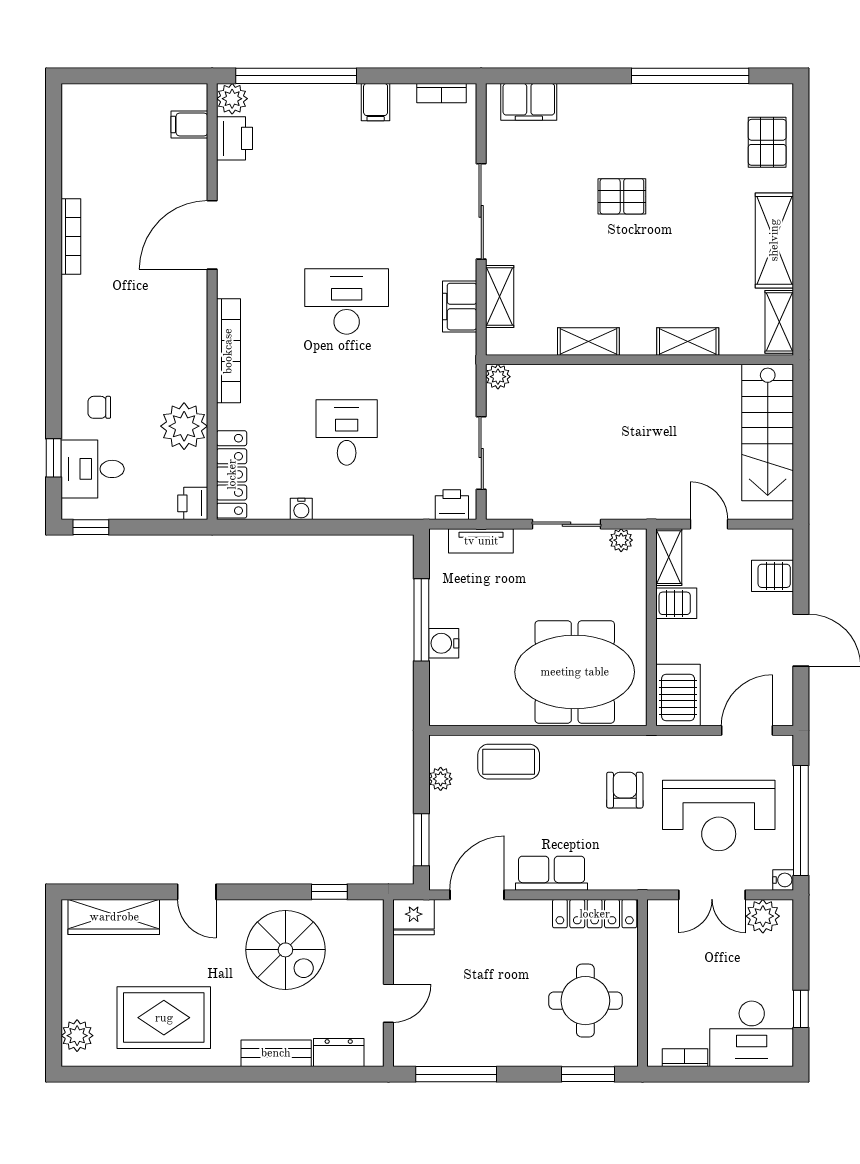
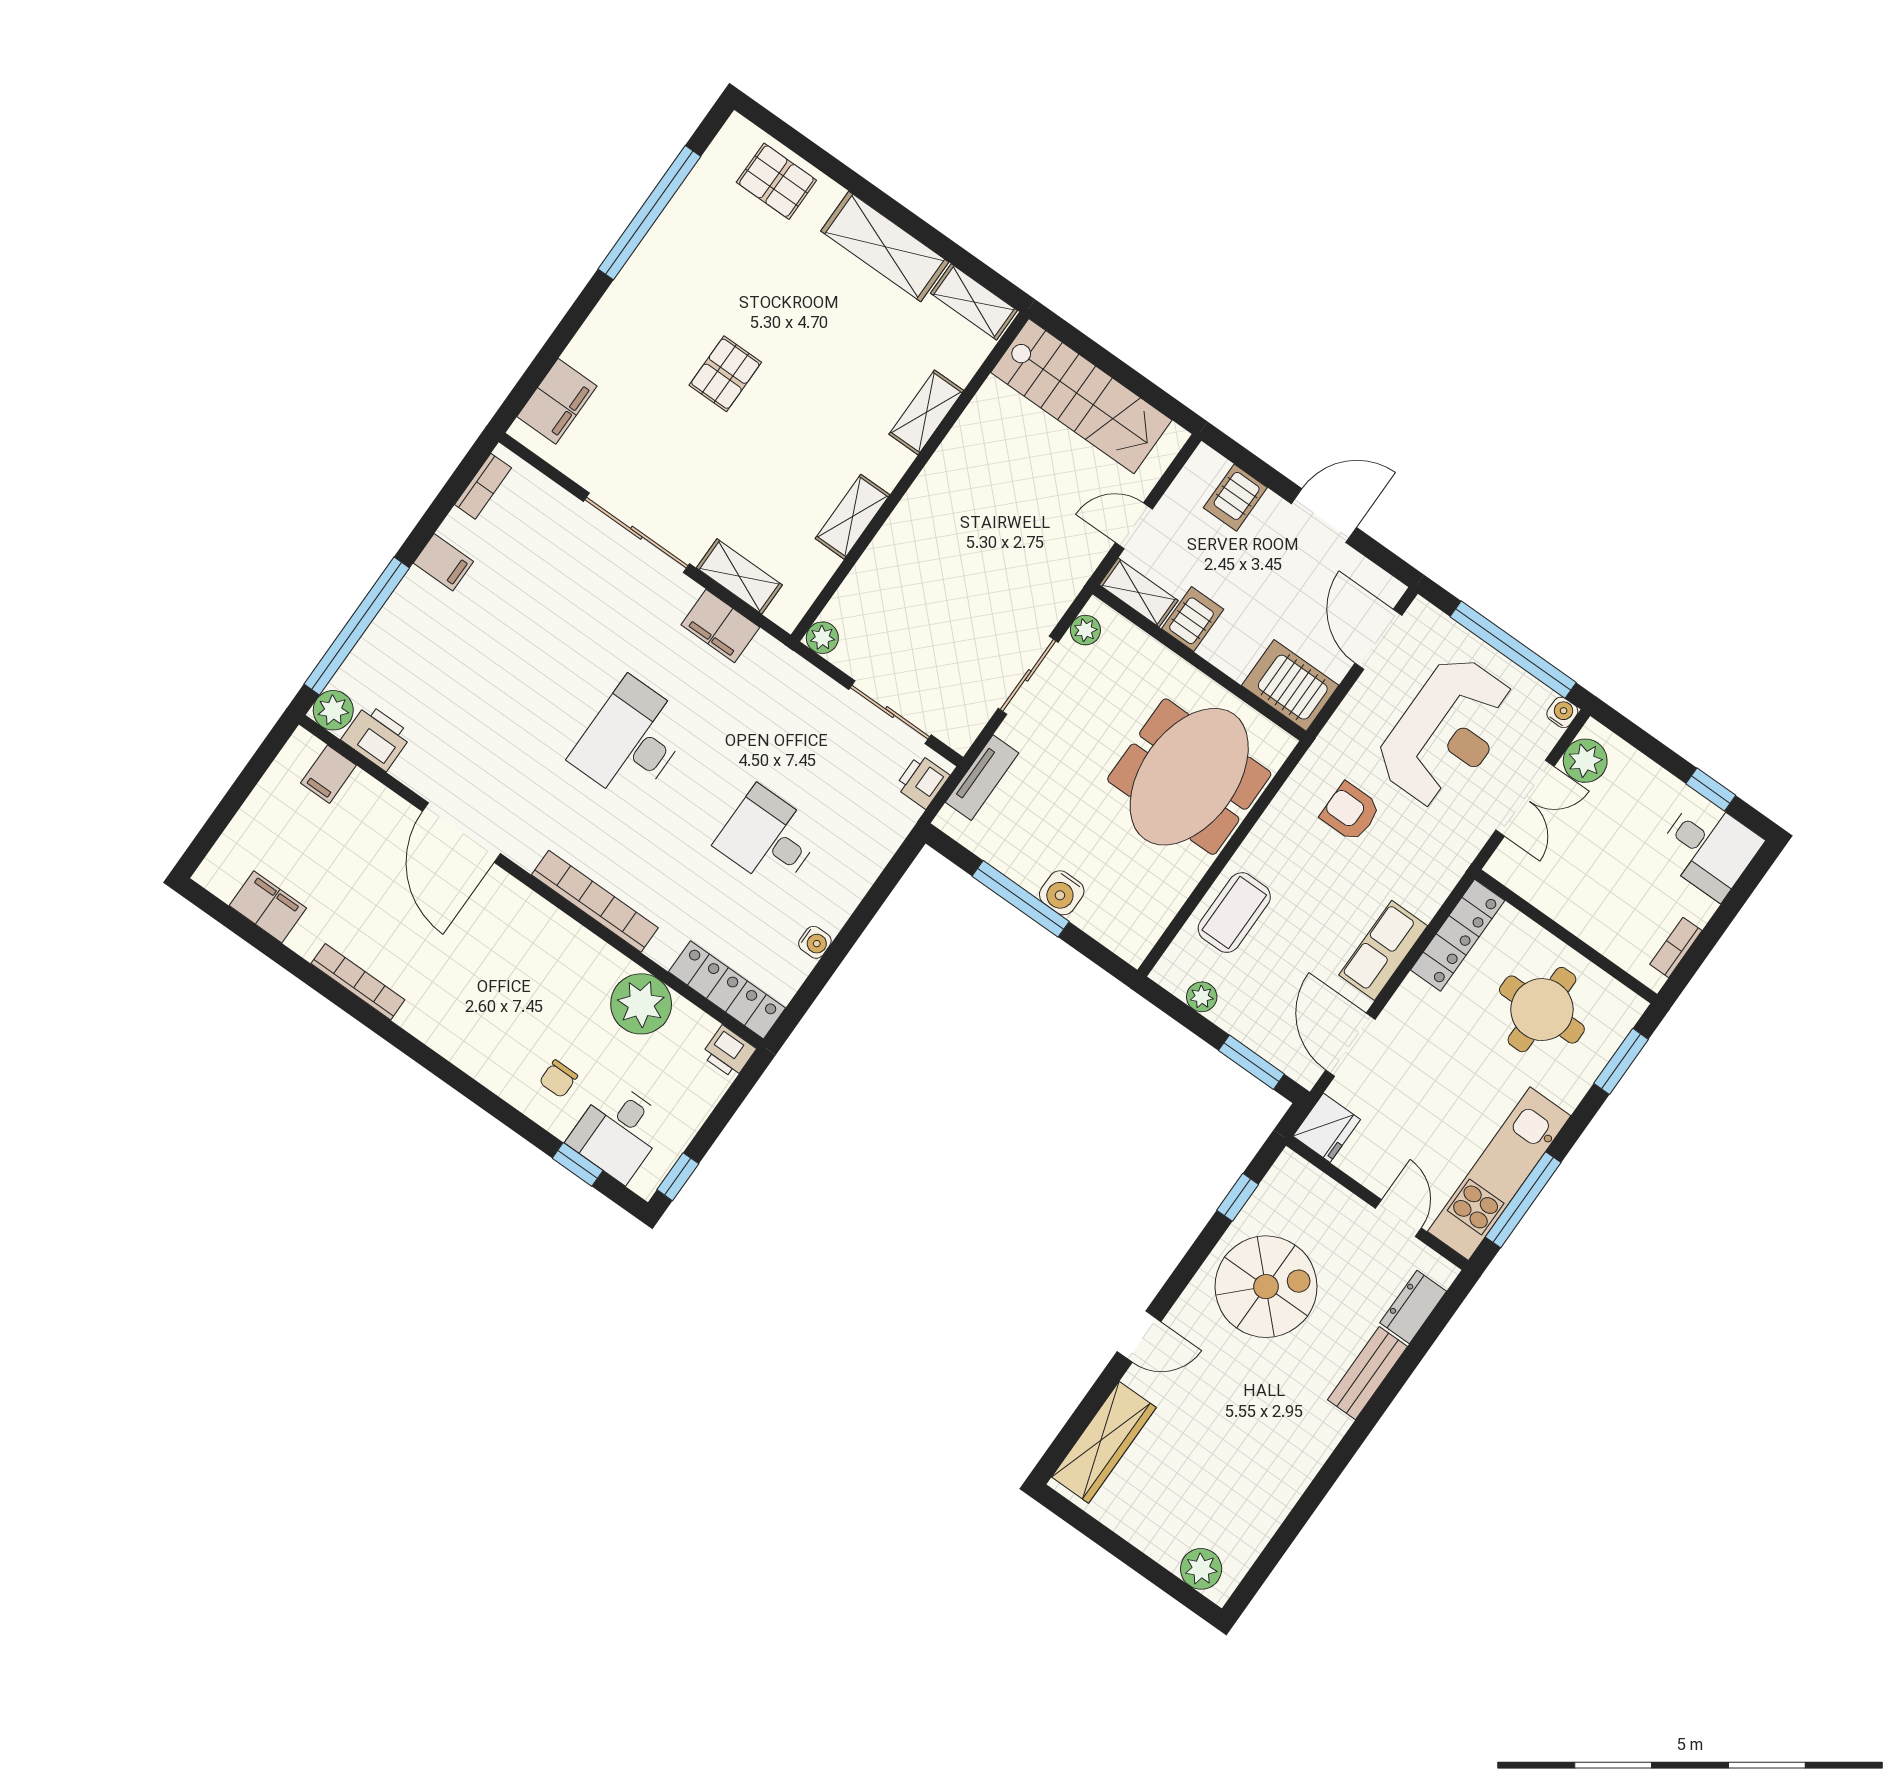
filing cabinet: (78, 146) -> (268, 907), added
rug: (164, 1018) -> (1247, 1465), removed
desk: (752, 1034) -> (1709, 848), width x0.73
kitchen unit: (462, 1047) -> (1499, 1174), added

